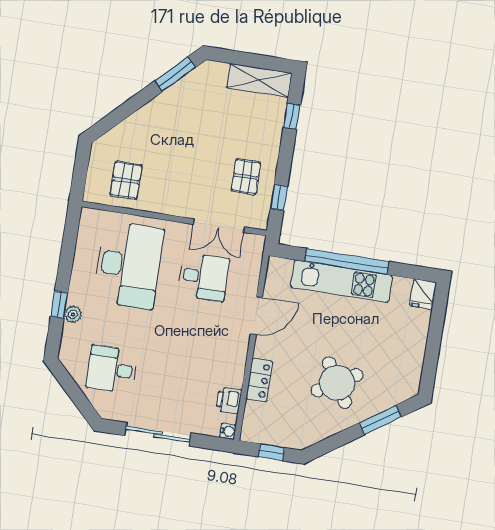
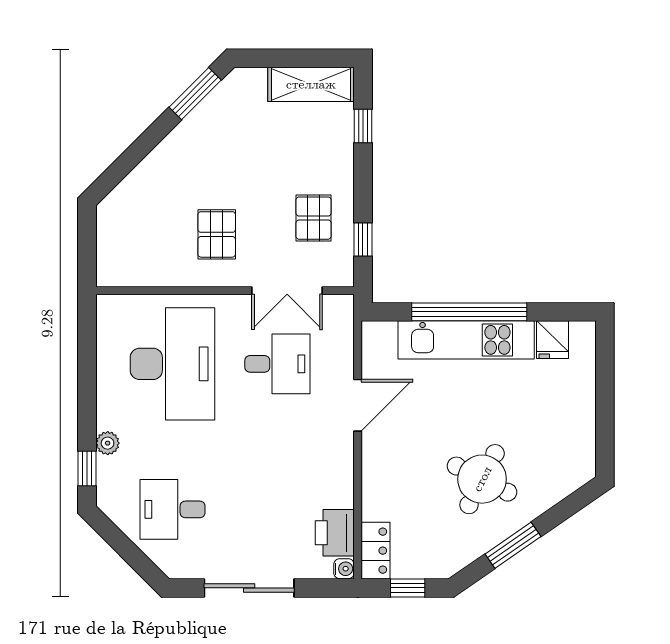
pallet: (126, 180) -> (217, 234), moved
fridge: (423, 294) -> (552, 340), moved
window: (59, 305) -> (87, 468), moved
locker: (259, 380) -> (376, 551), moved
round table: (337, 383) -> (482, 479), turned -32
printer: (229, 400) -> (335, 533), width x1.36, depth x1.24
window: (380, 420) -> (513, 545), moved

